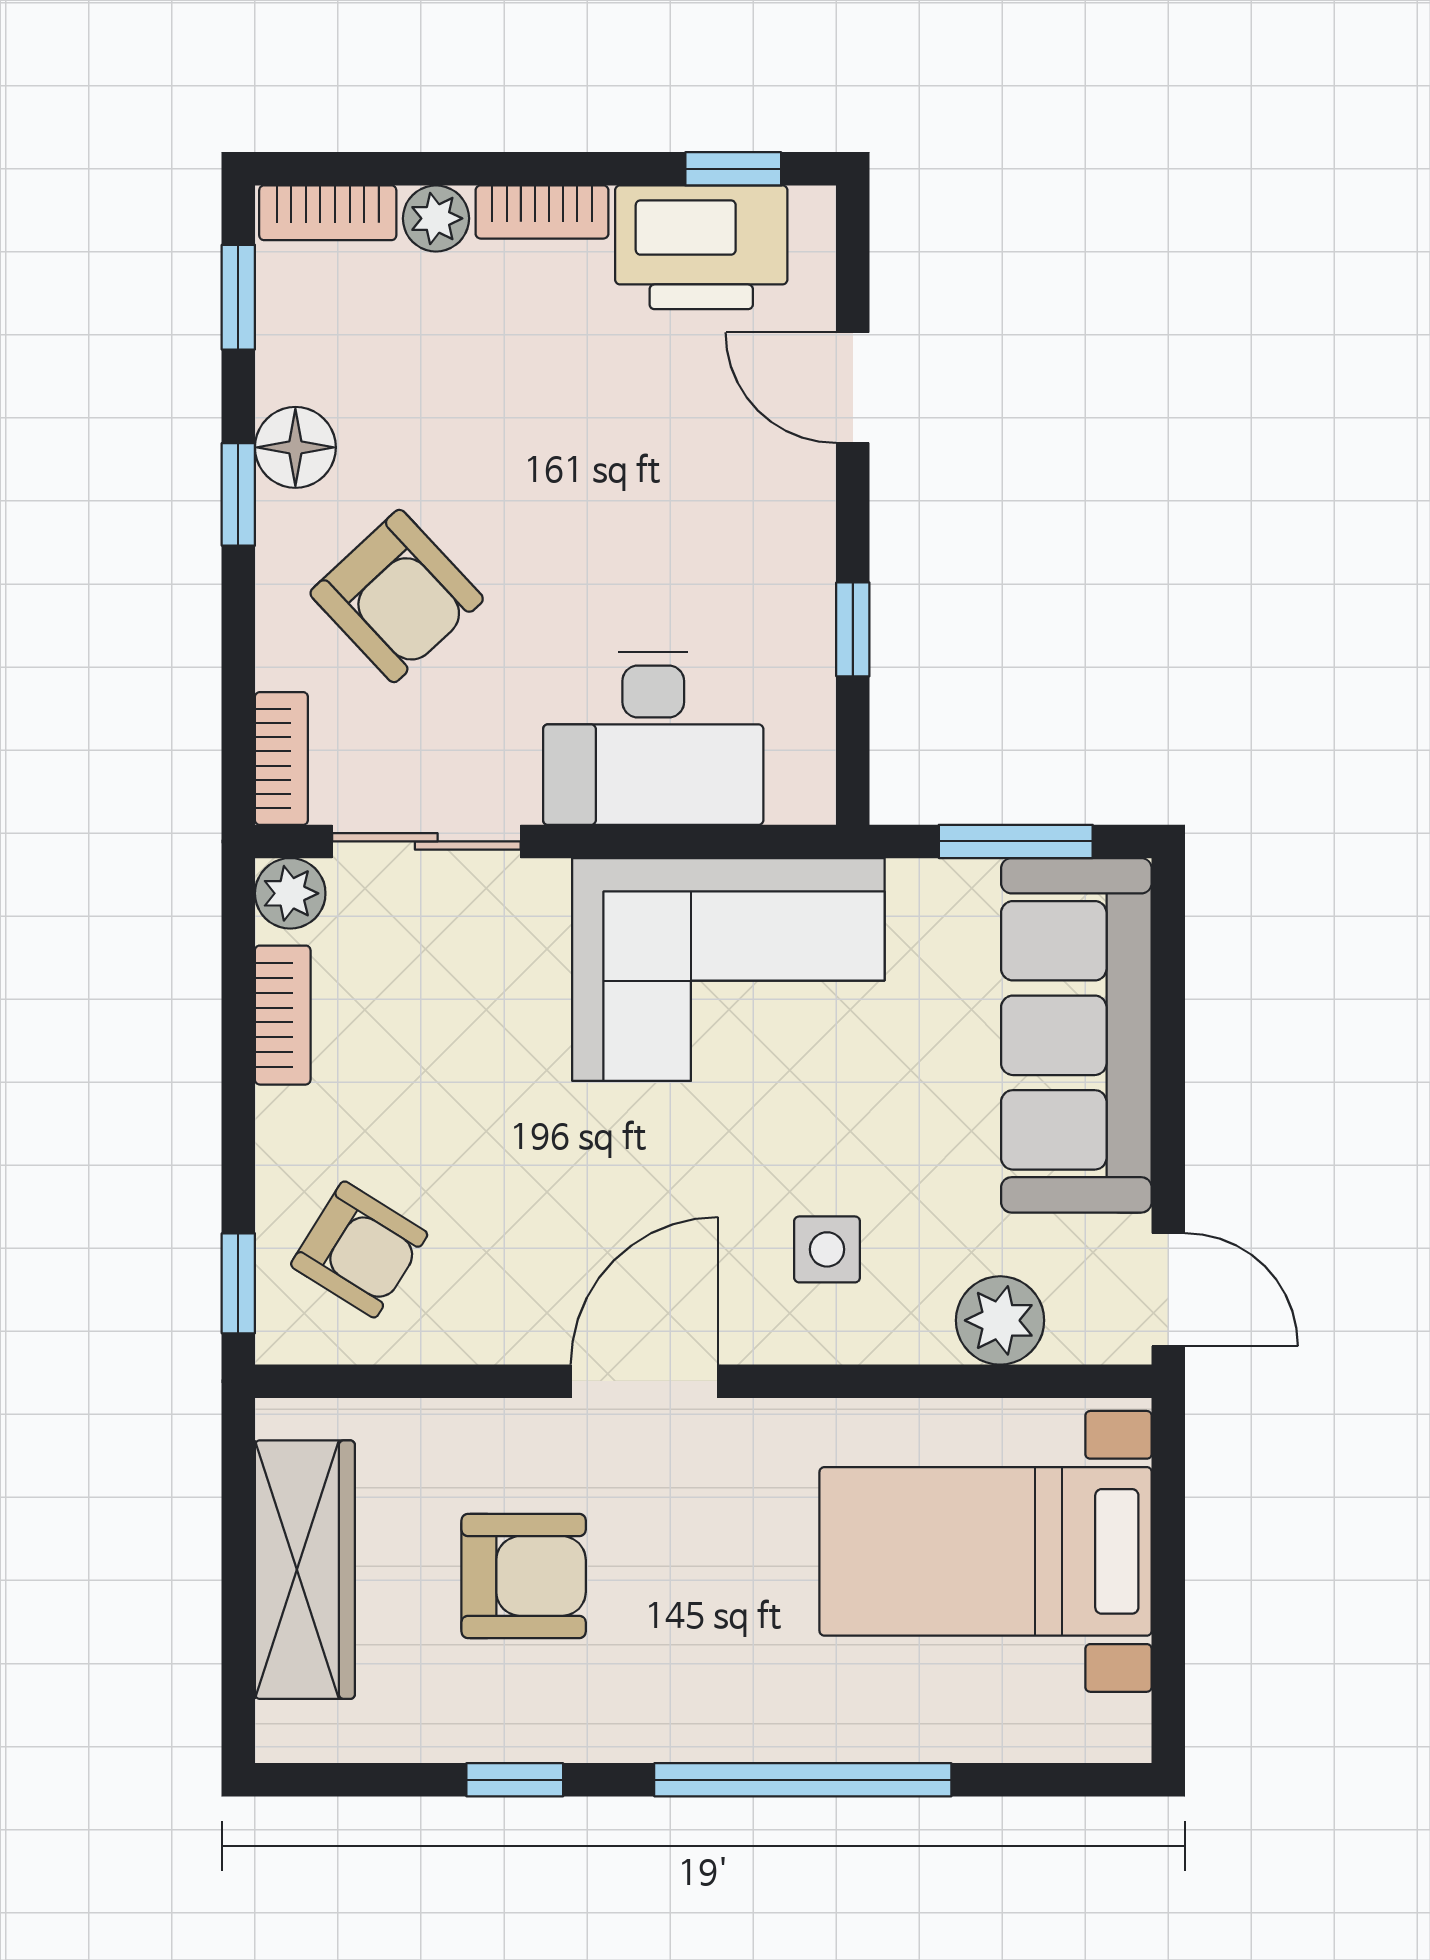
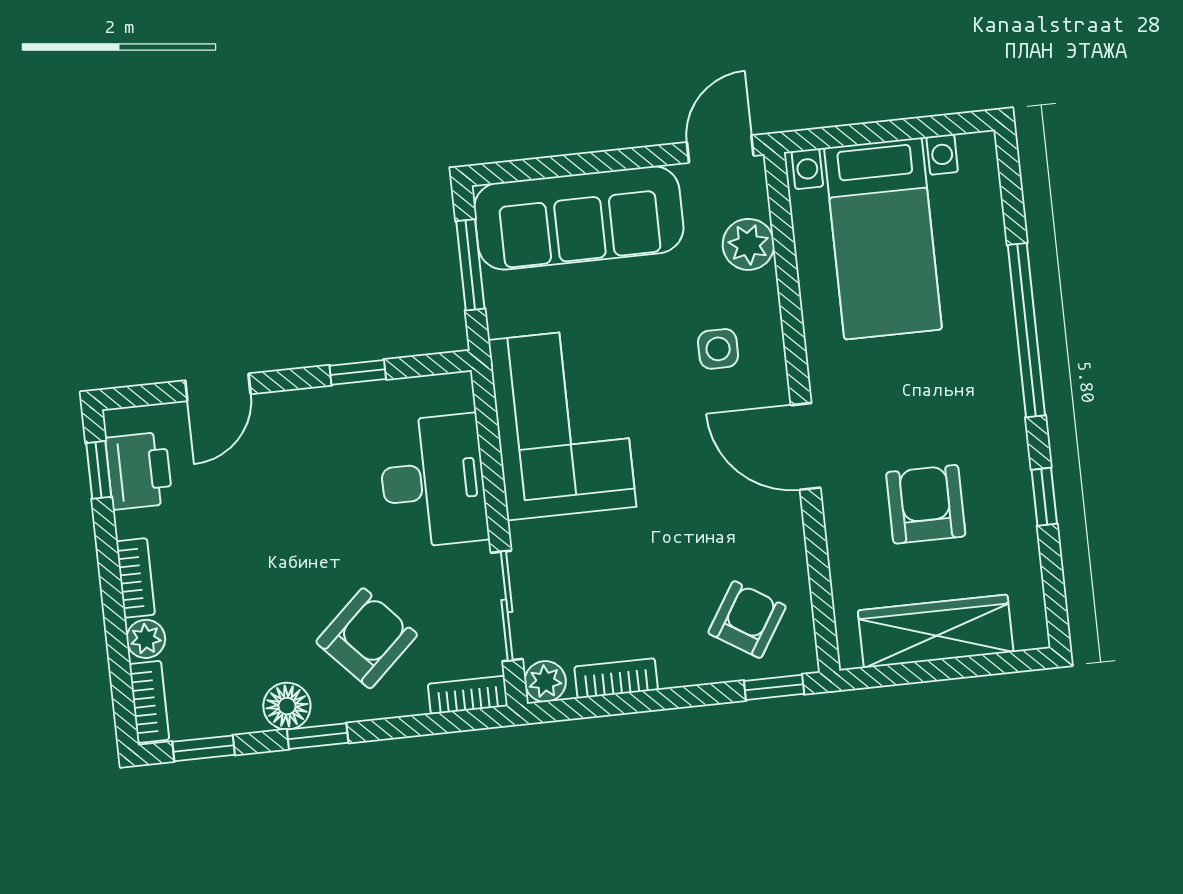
printer: (701, 247) -> (139, 471), width x0.73, depth x0.84

